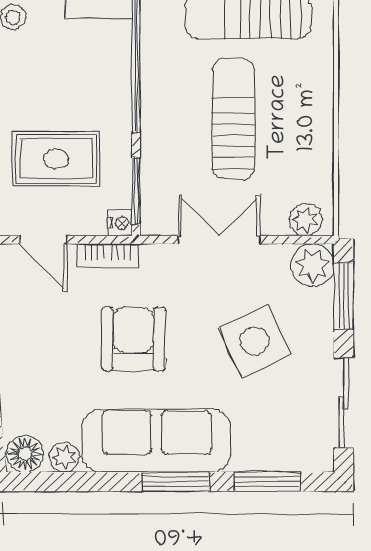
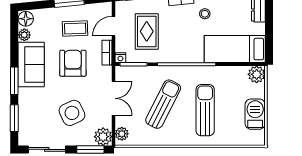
sun lounger: (233, 119) -> (163, 104), turned -63
coffee table: (49, 333) -> (75, 28), added
armchair: (133, 339) -> (73, 63), turned -90
sofa: (157, 441) -> (31, 65), width x0.73

